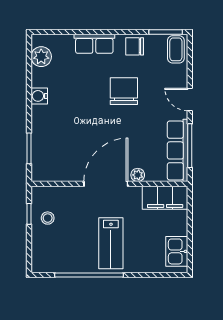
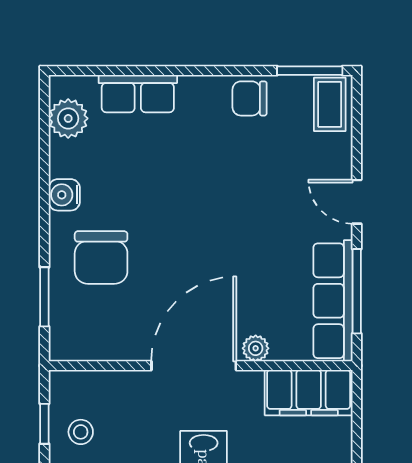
row of seats: (94, 44) -> (138, 94), moved
chair: (124, 91) -> (101, 258), moved, turned 180

